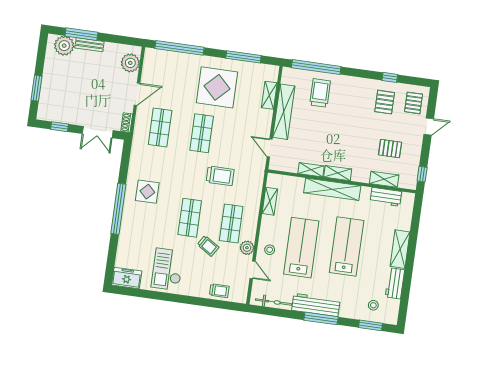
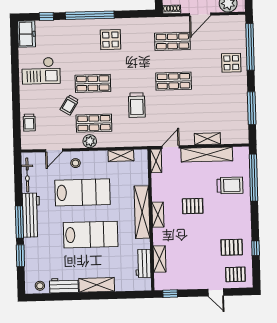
display table: (217, 87) -> (231, 63), moved, width x0.54, depth x0.54
door: (137, 94) -> (200, 14), hinge flipped
shelving: (269, 95) -> (207, 139), moved
pallet: (390, 149) -> (193, 206), moved, turned 90
shelving: (311, 170) -> (156, 161), moved
plant: (247, 248) -> (90, 141), moved
window: (112, 254) -> (46, 16), added
checkout: (167, 269) -> (41, 71), turned 180
stool: (373, 305) -> (40, 286), moved
window: (371, 325) -> (20, 256), moved

